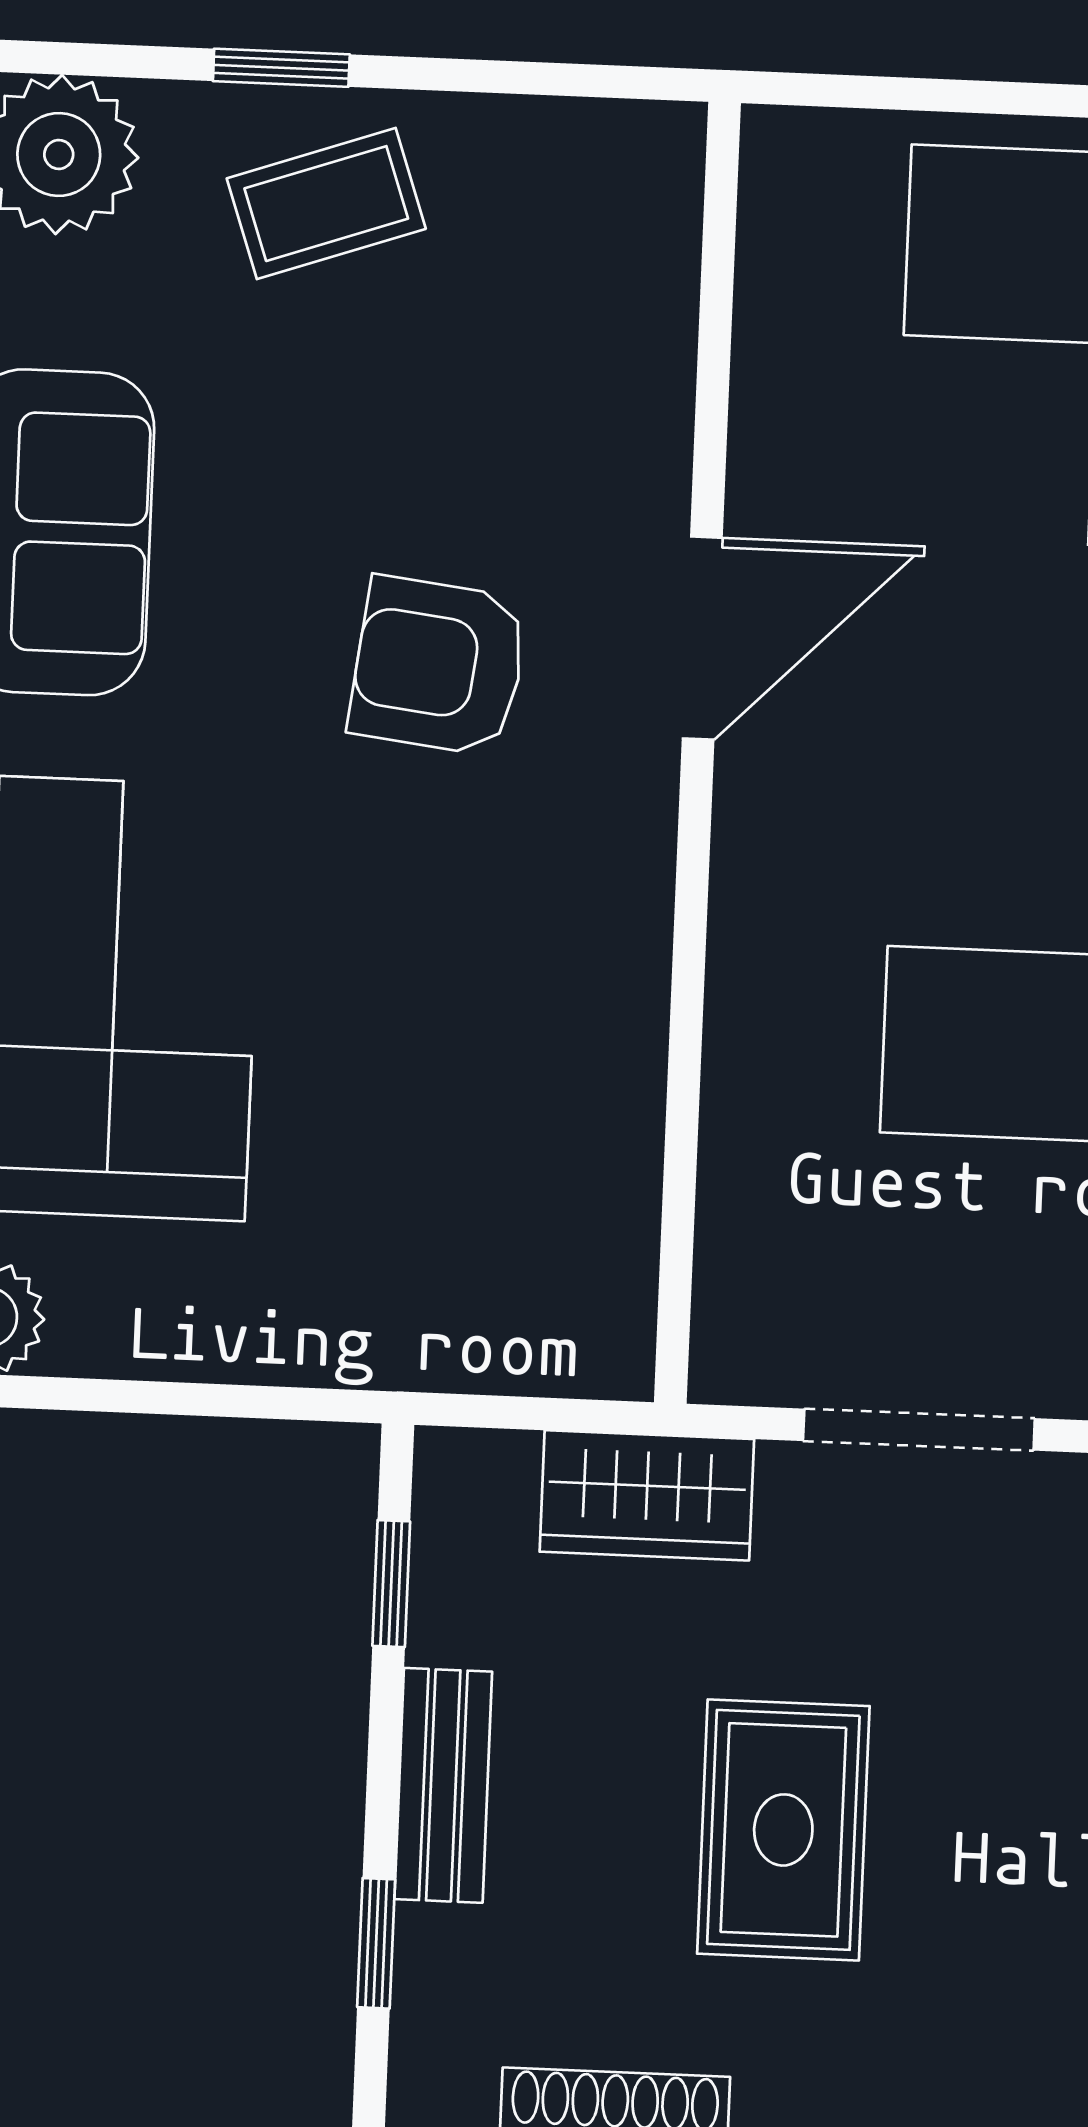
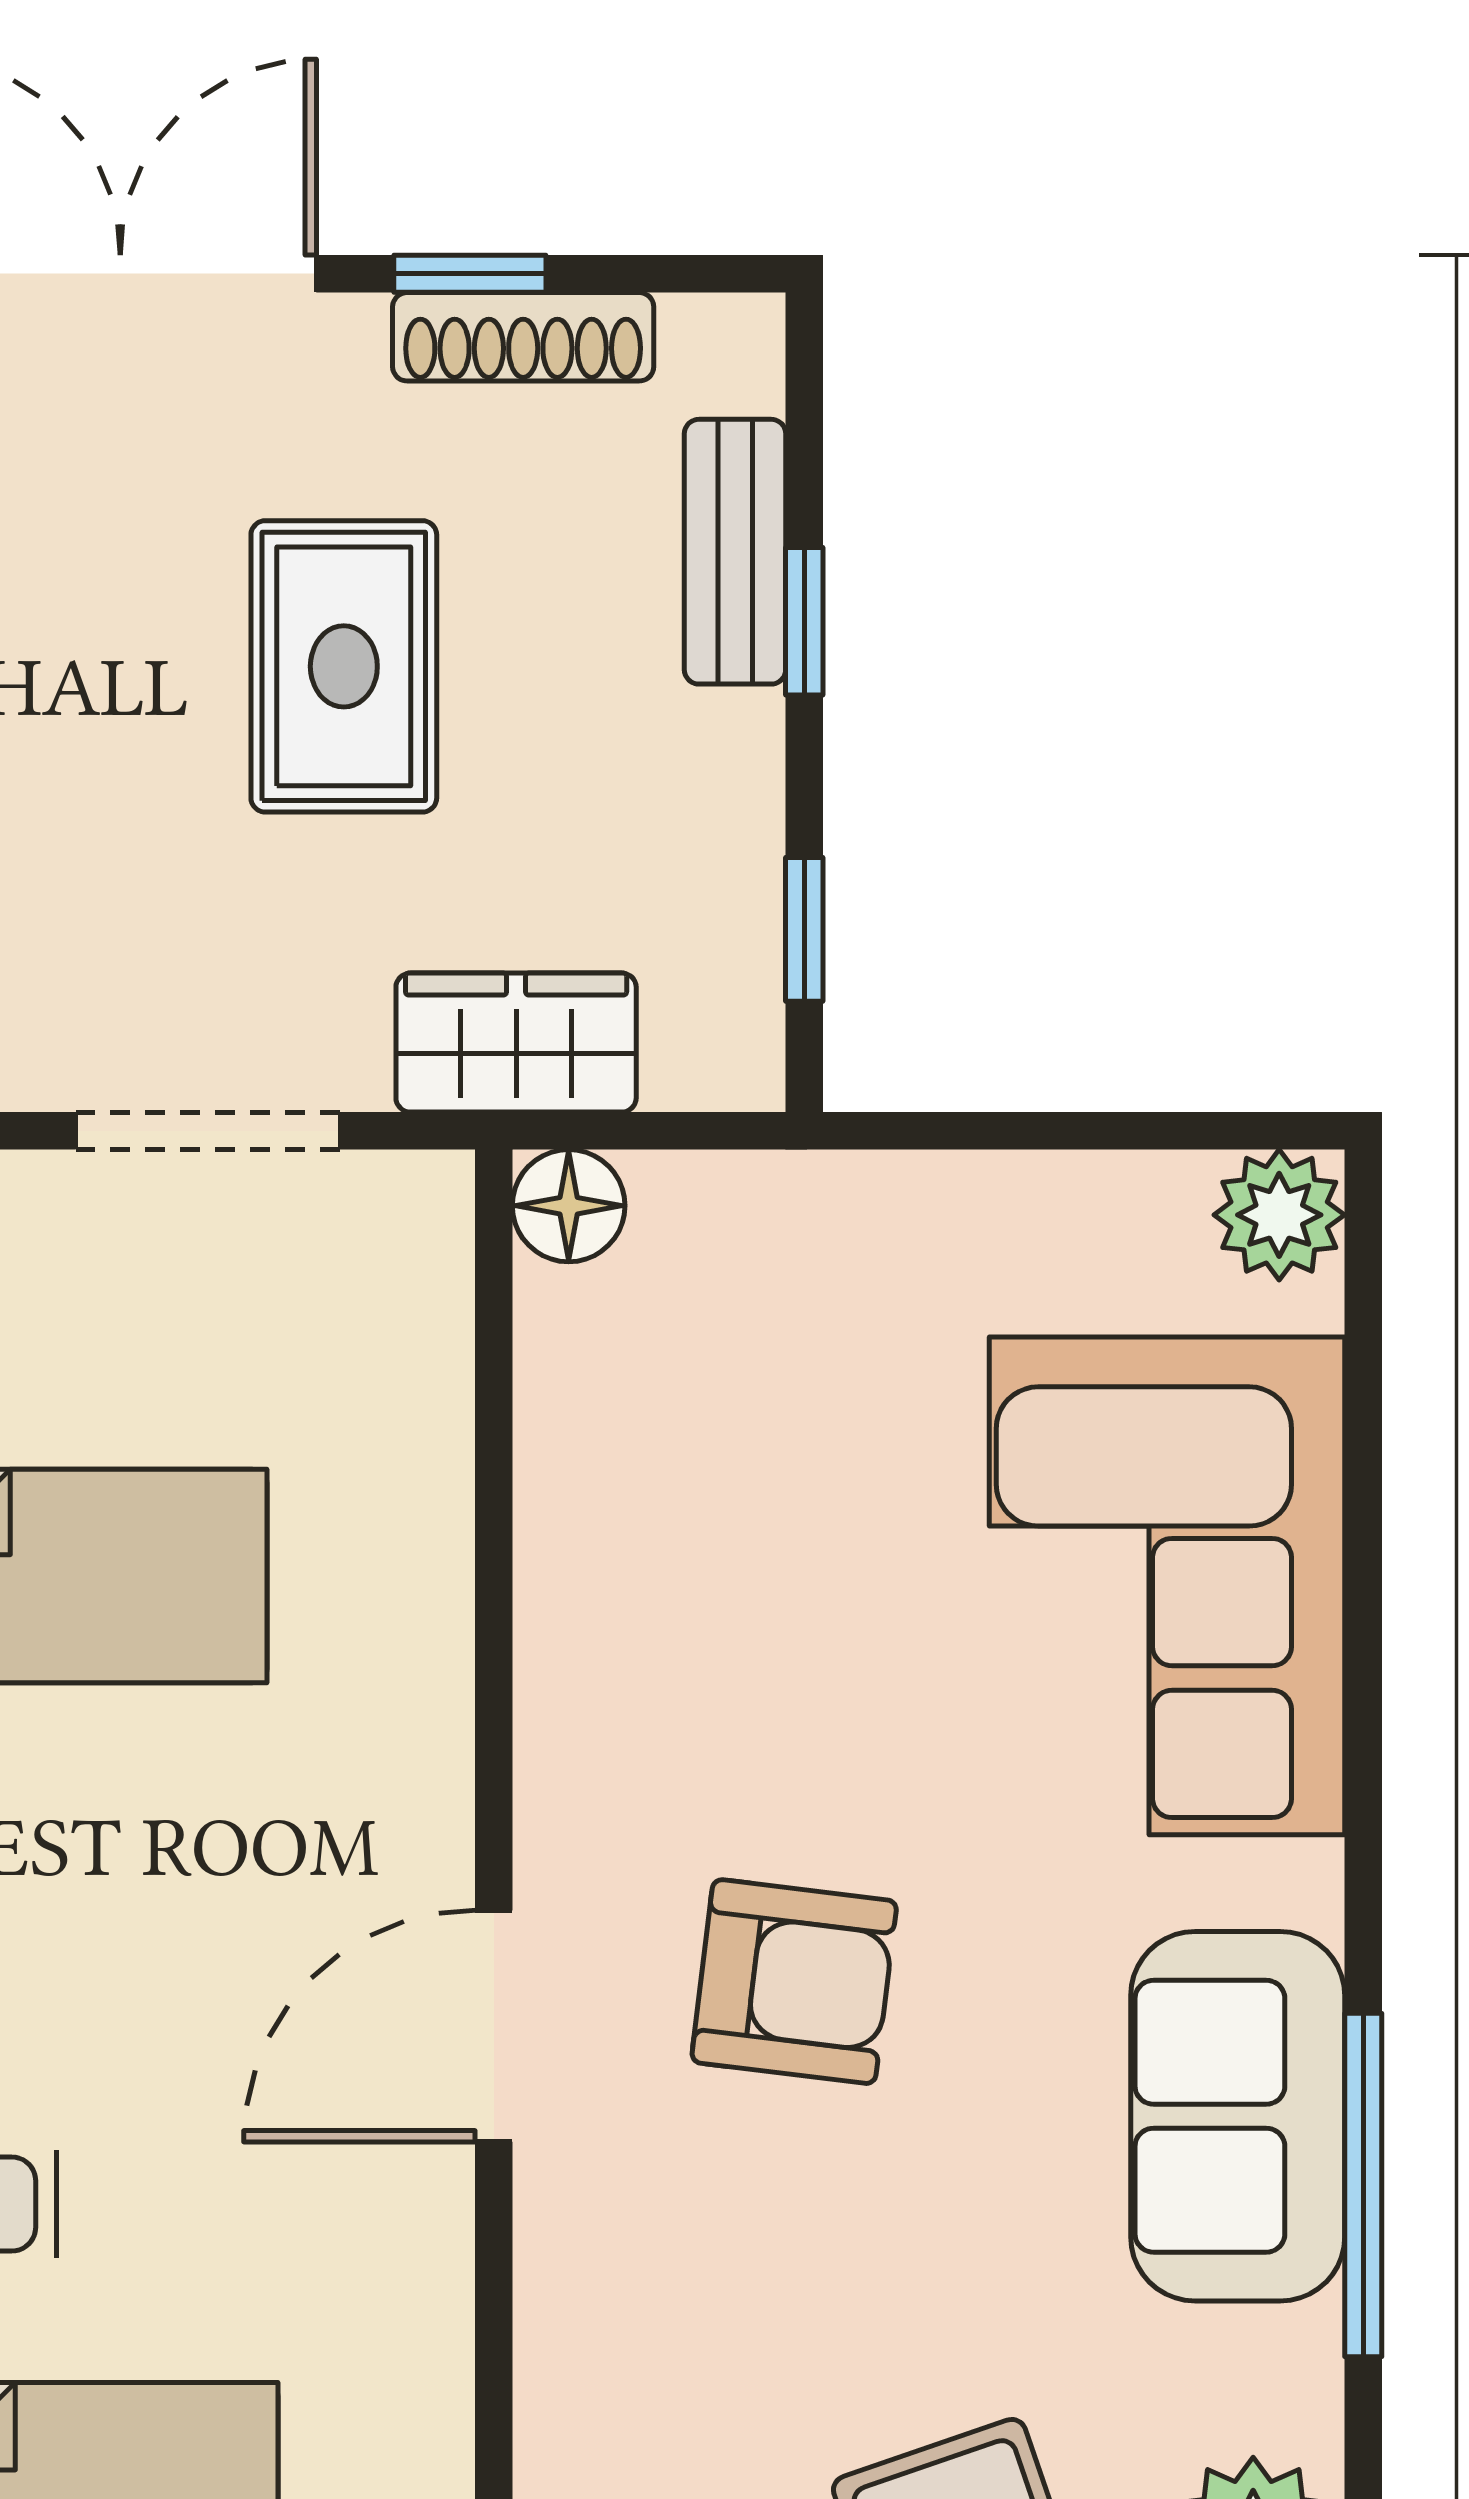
floor lamp: (607, 1351) -> (569, 1206), added
bench: (443, 1785) -> (735, 552), moved
window: (376, 1943) -> (804, 621), moved

